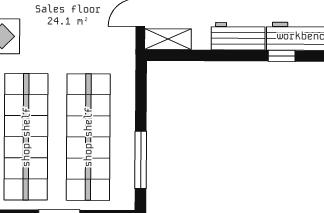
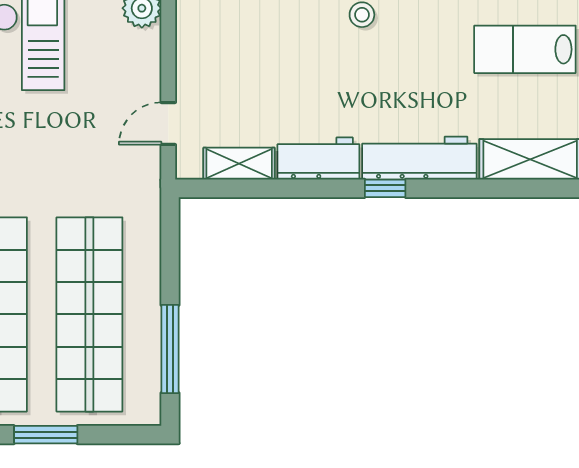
shelving: (168, 39) -> (239, 164), moved

